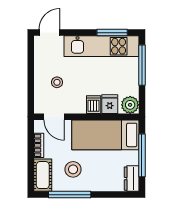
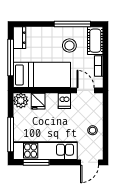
stool: (57, 82) -> (93, 130), moved
dishwasher: (94, 105) -> (64, 101), moved

